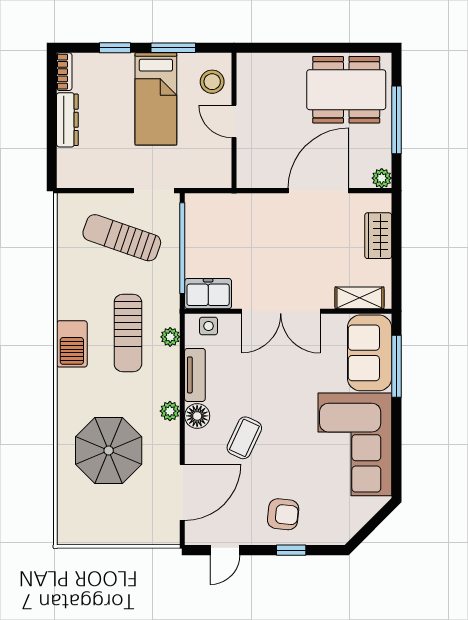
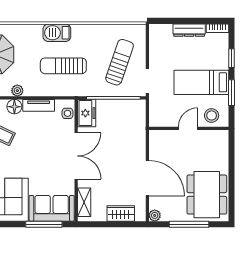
double door: (281, 311) -> (76, 156), swing flipped
plant: (170, 337) -> (61, 91), removed

